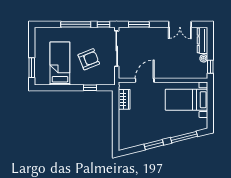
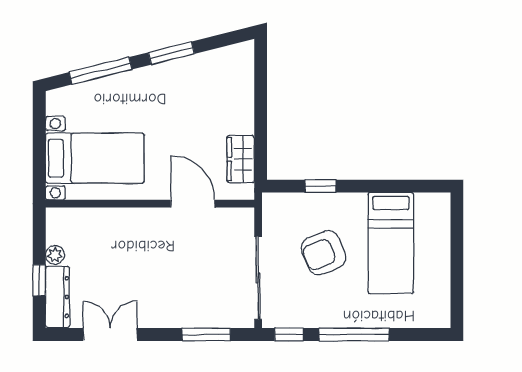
window: (210, 67) -> (39, 280), moved
window: (32, 68) -> (457, 233), removed
door: (145, 80) -> (193, 204), swing flipped

